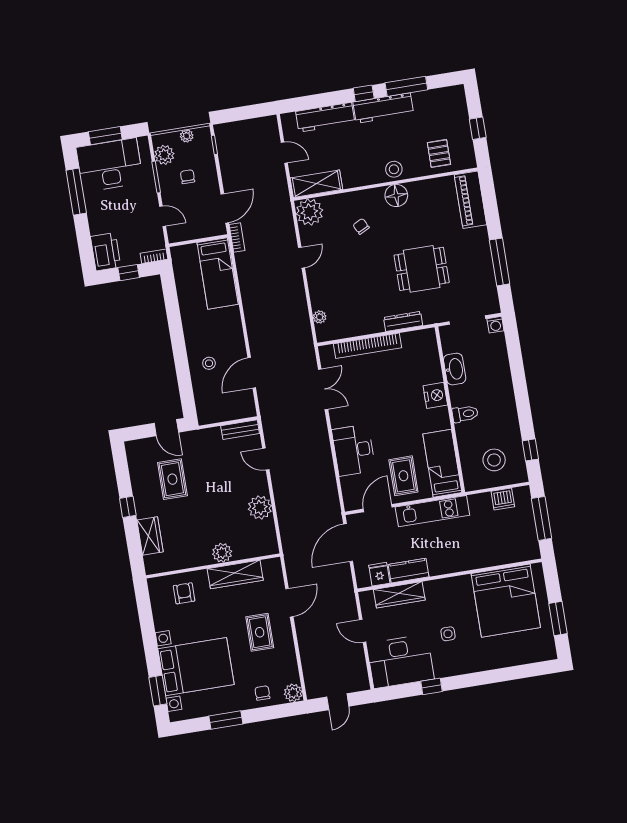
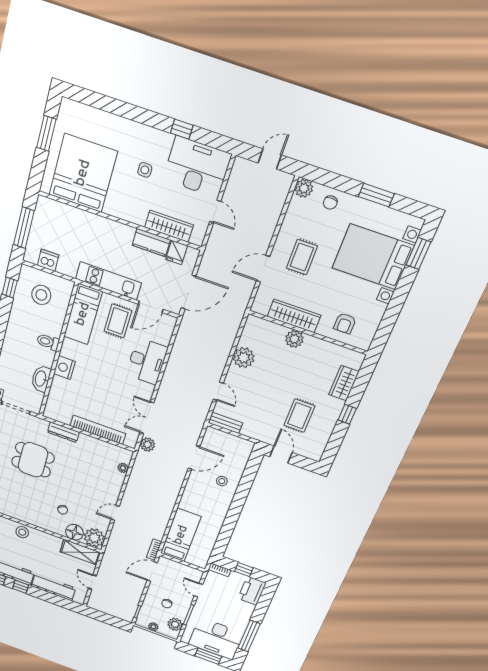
floor lamp: (396, 195) -> (74, 532), moved
plant: (307, 359) -> (147, 445), added

